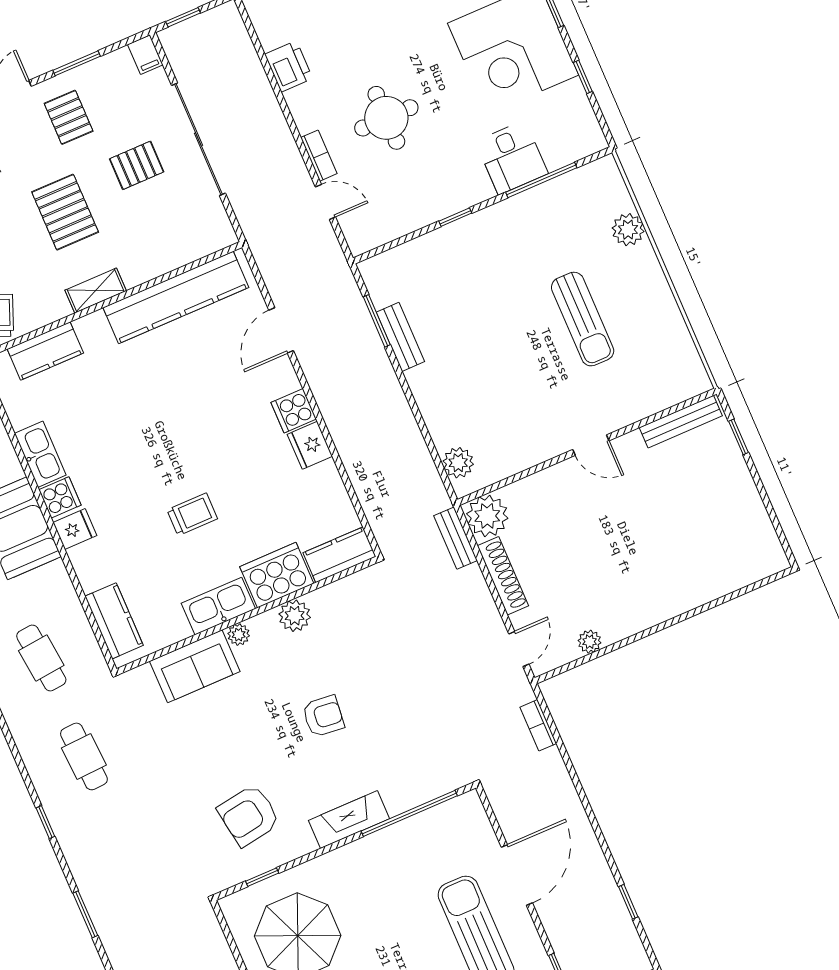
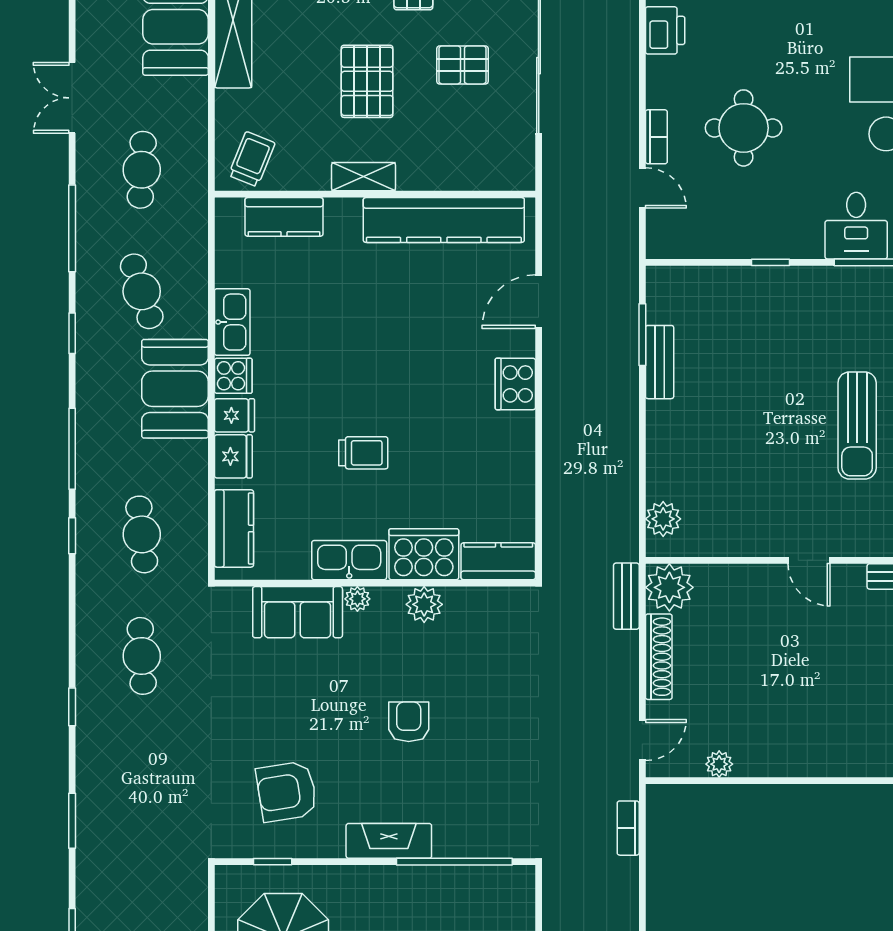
cooker: (294, 411) -> (515, 384), width x1.36
fridge: (310, 445) -> (233, 456), moved, turned 180
armchair: (323, 716) -> (409, 722), turned -96

